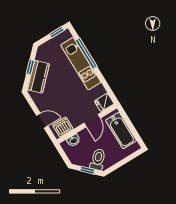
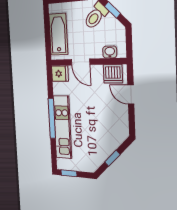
window: (86, 53) -> (52, 118), moved
kitchen counter: (38, 77) -> (110, 143), removed
door: (92, 121) -> (81, 62), swing flipped

